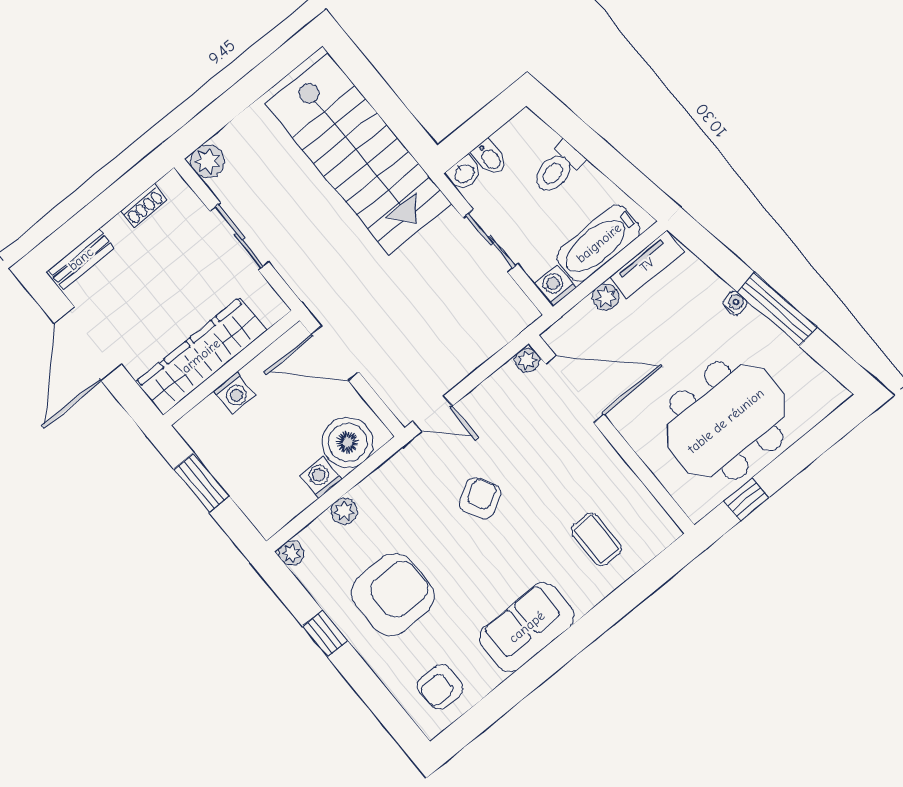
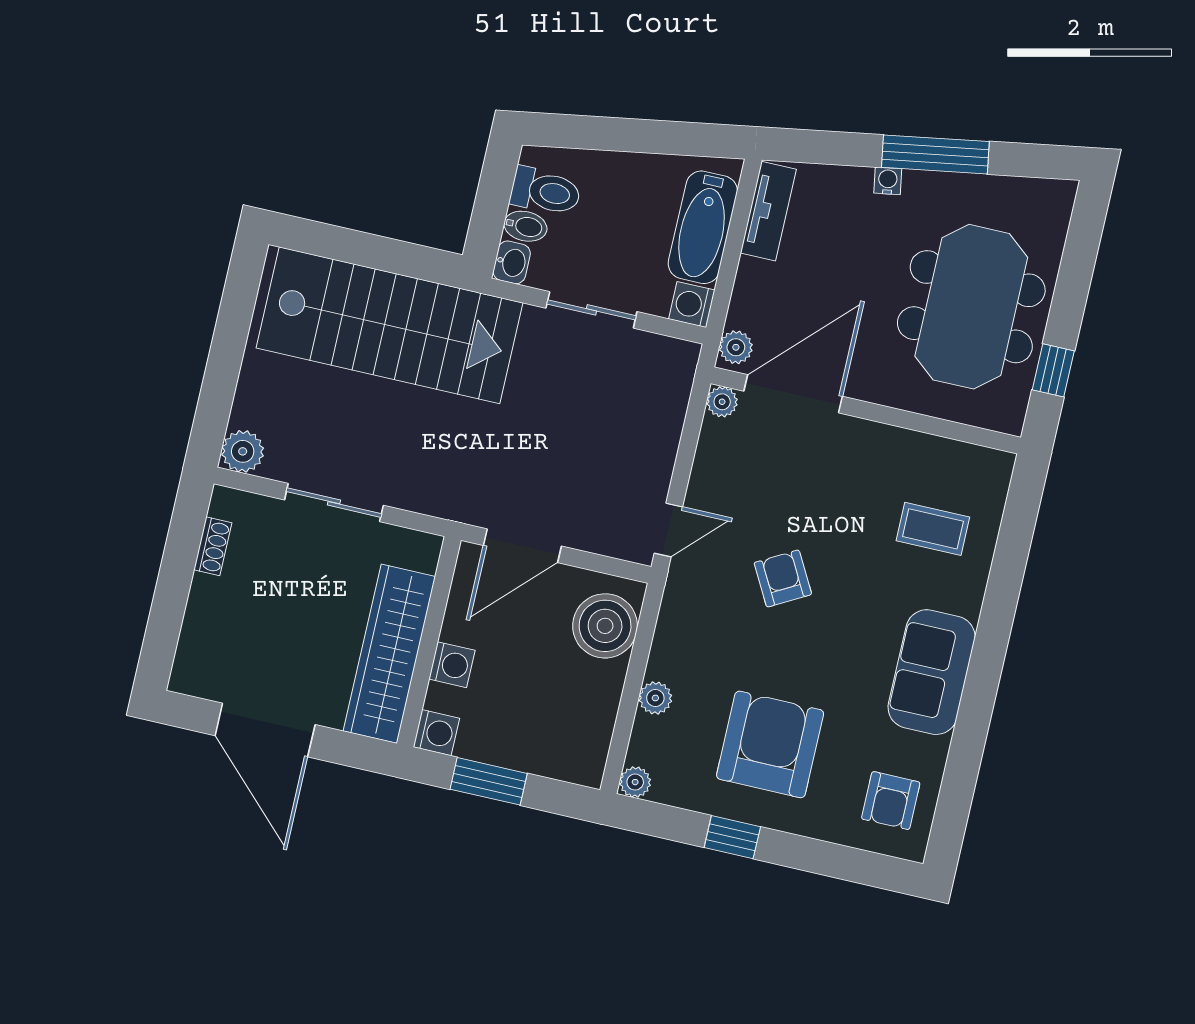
toilet: (558, 168) -> (546, 191), moved, turned -81
bench: (81, 259) -> (192, 650), removed
plant: (606, 297) -> (736, 347), moved
washing machine: (321, 477) -> (436, 733), moved, turned 180

